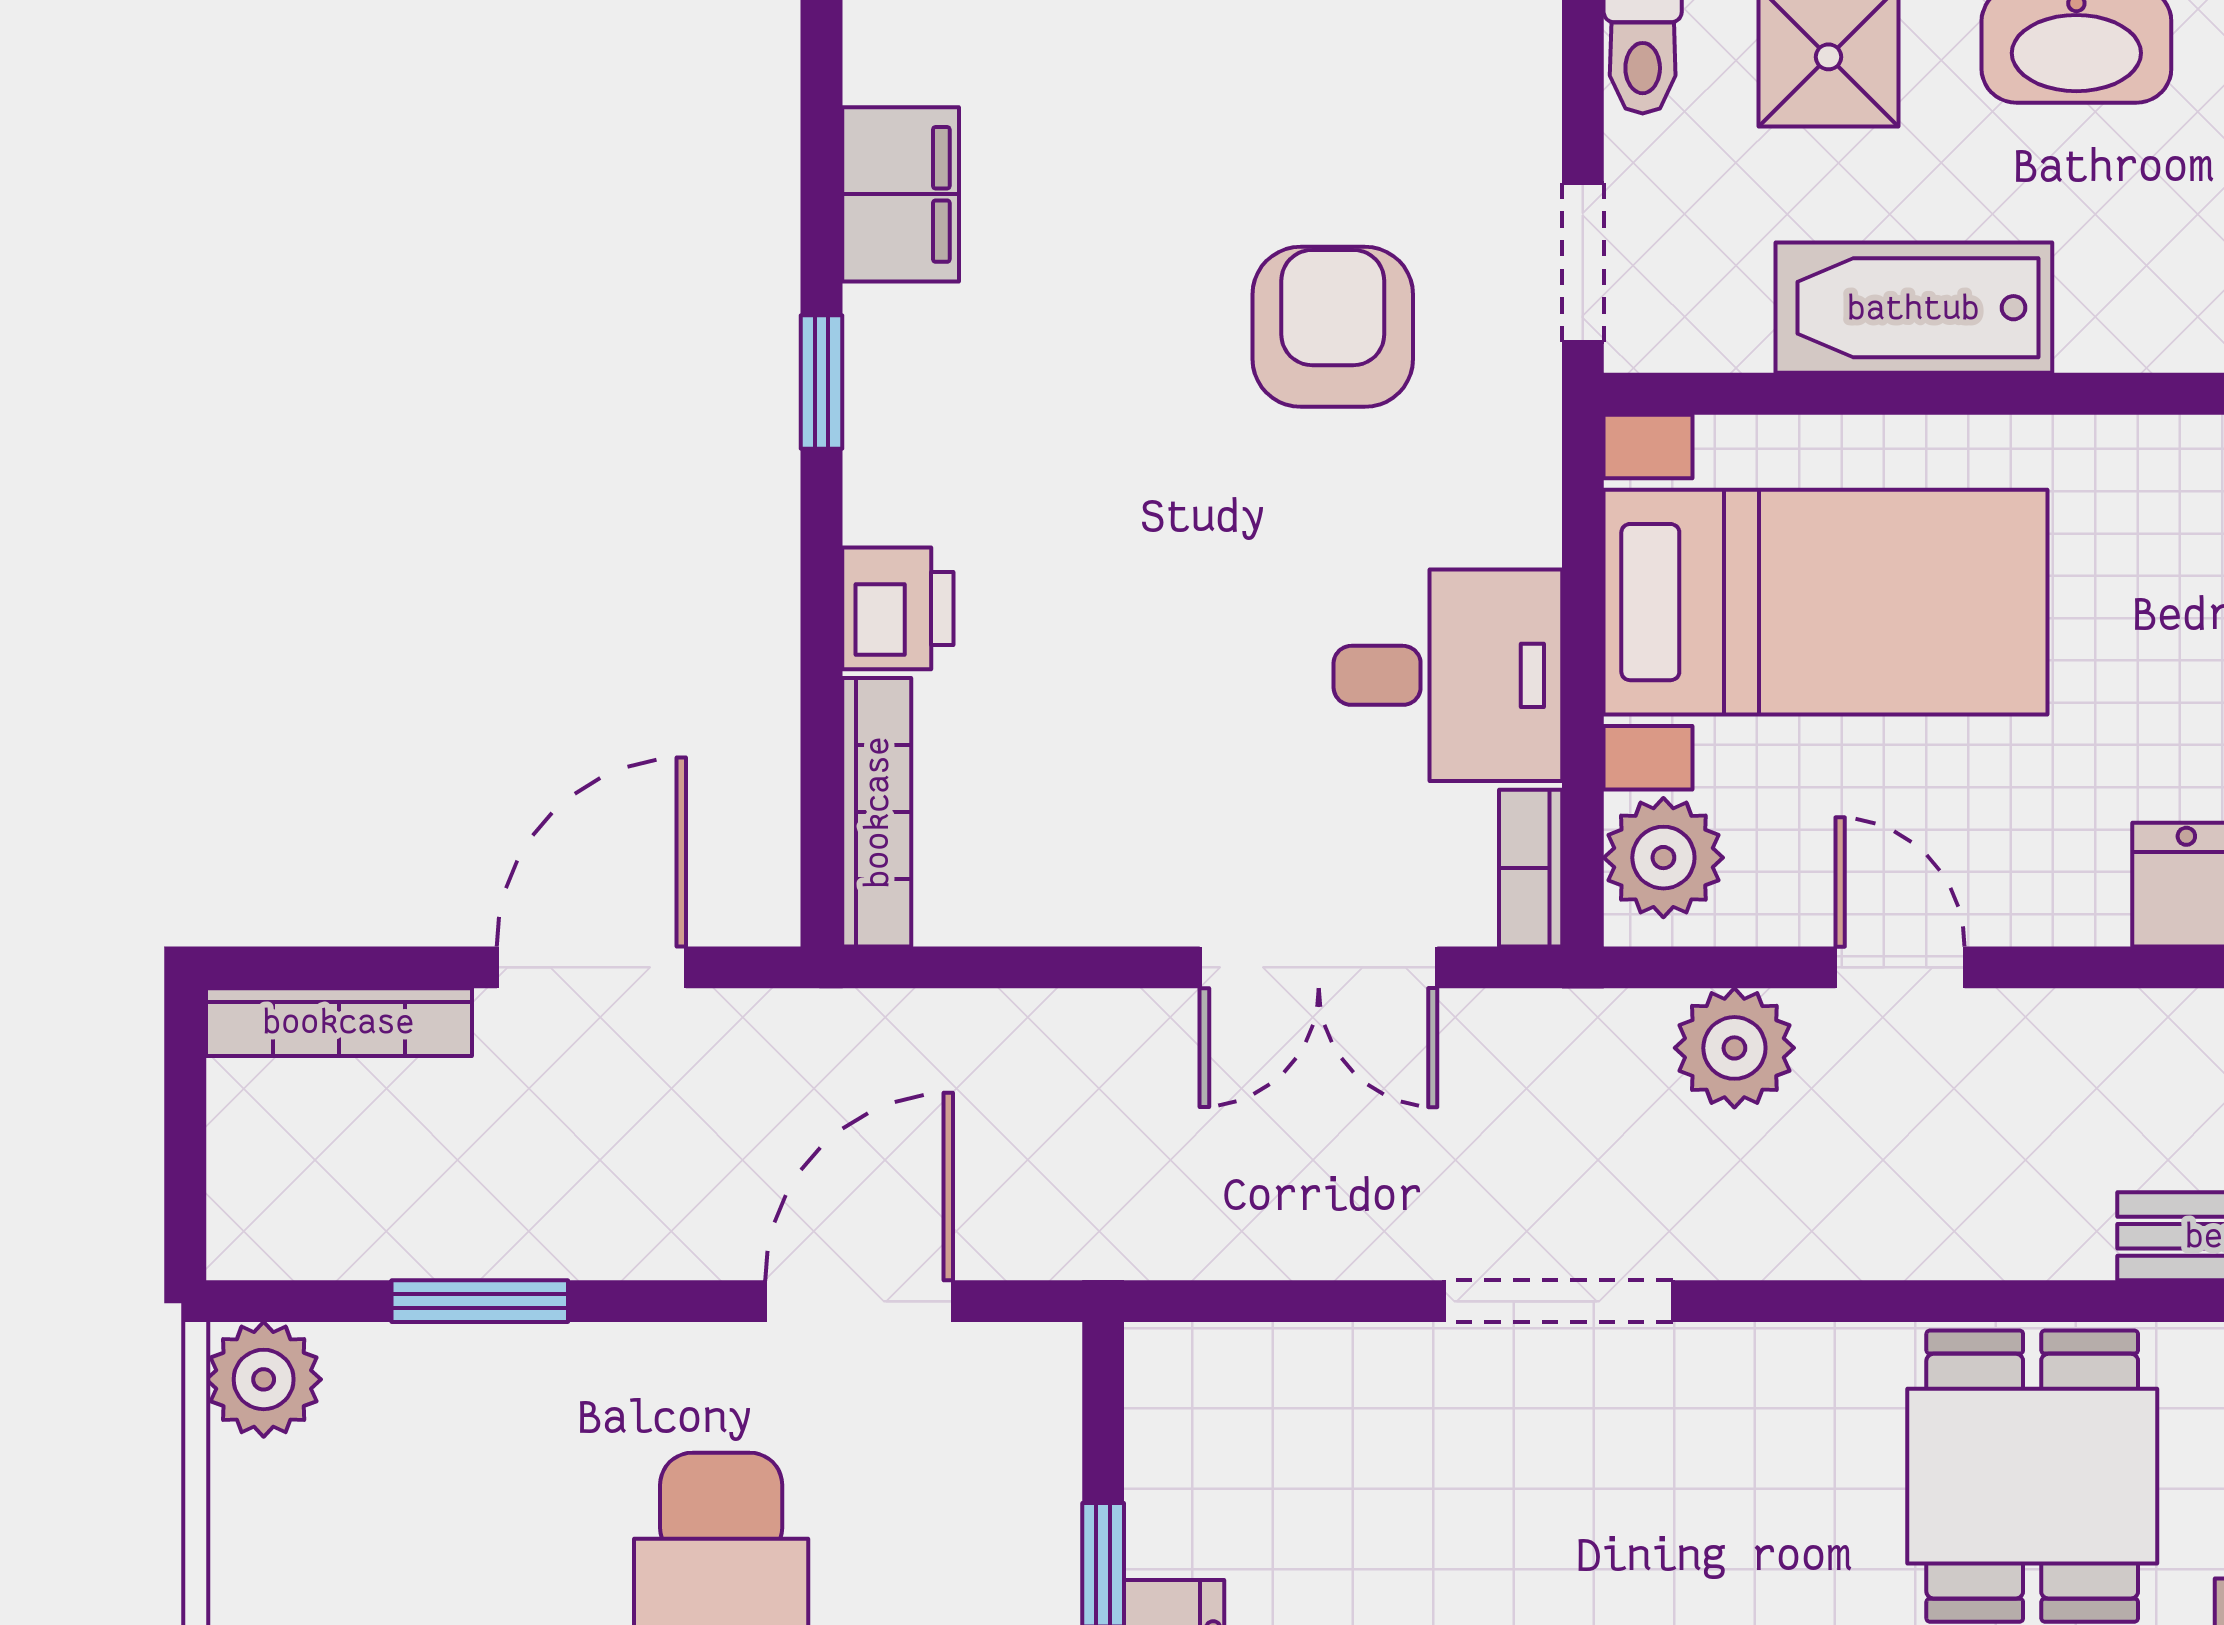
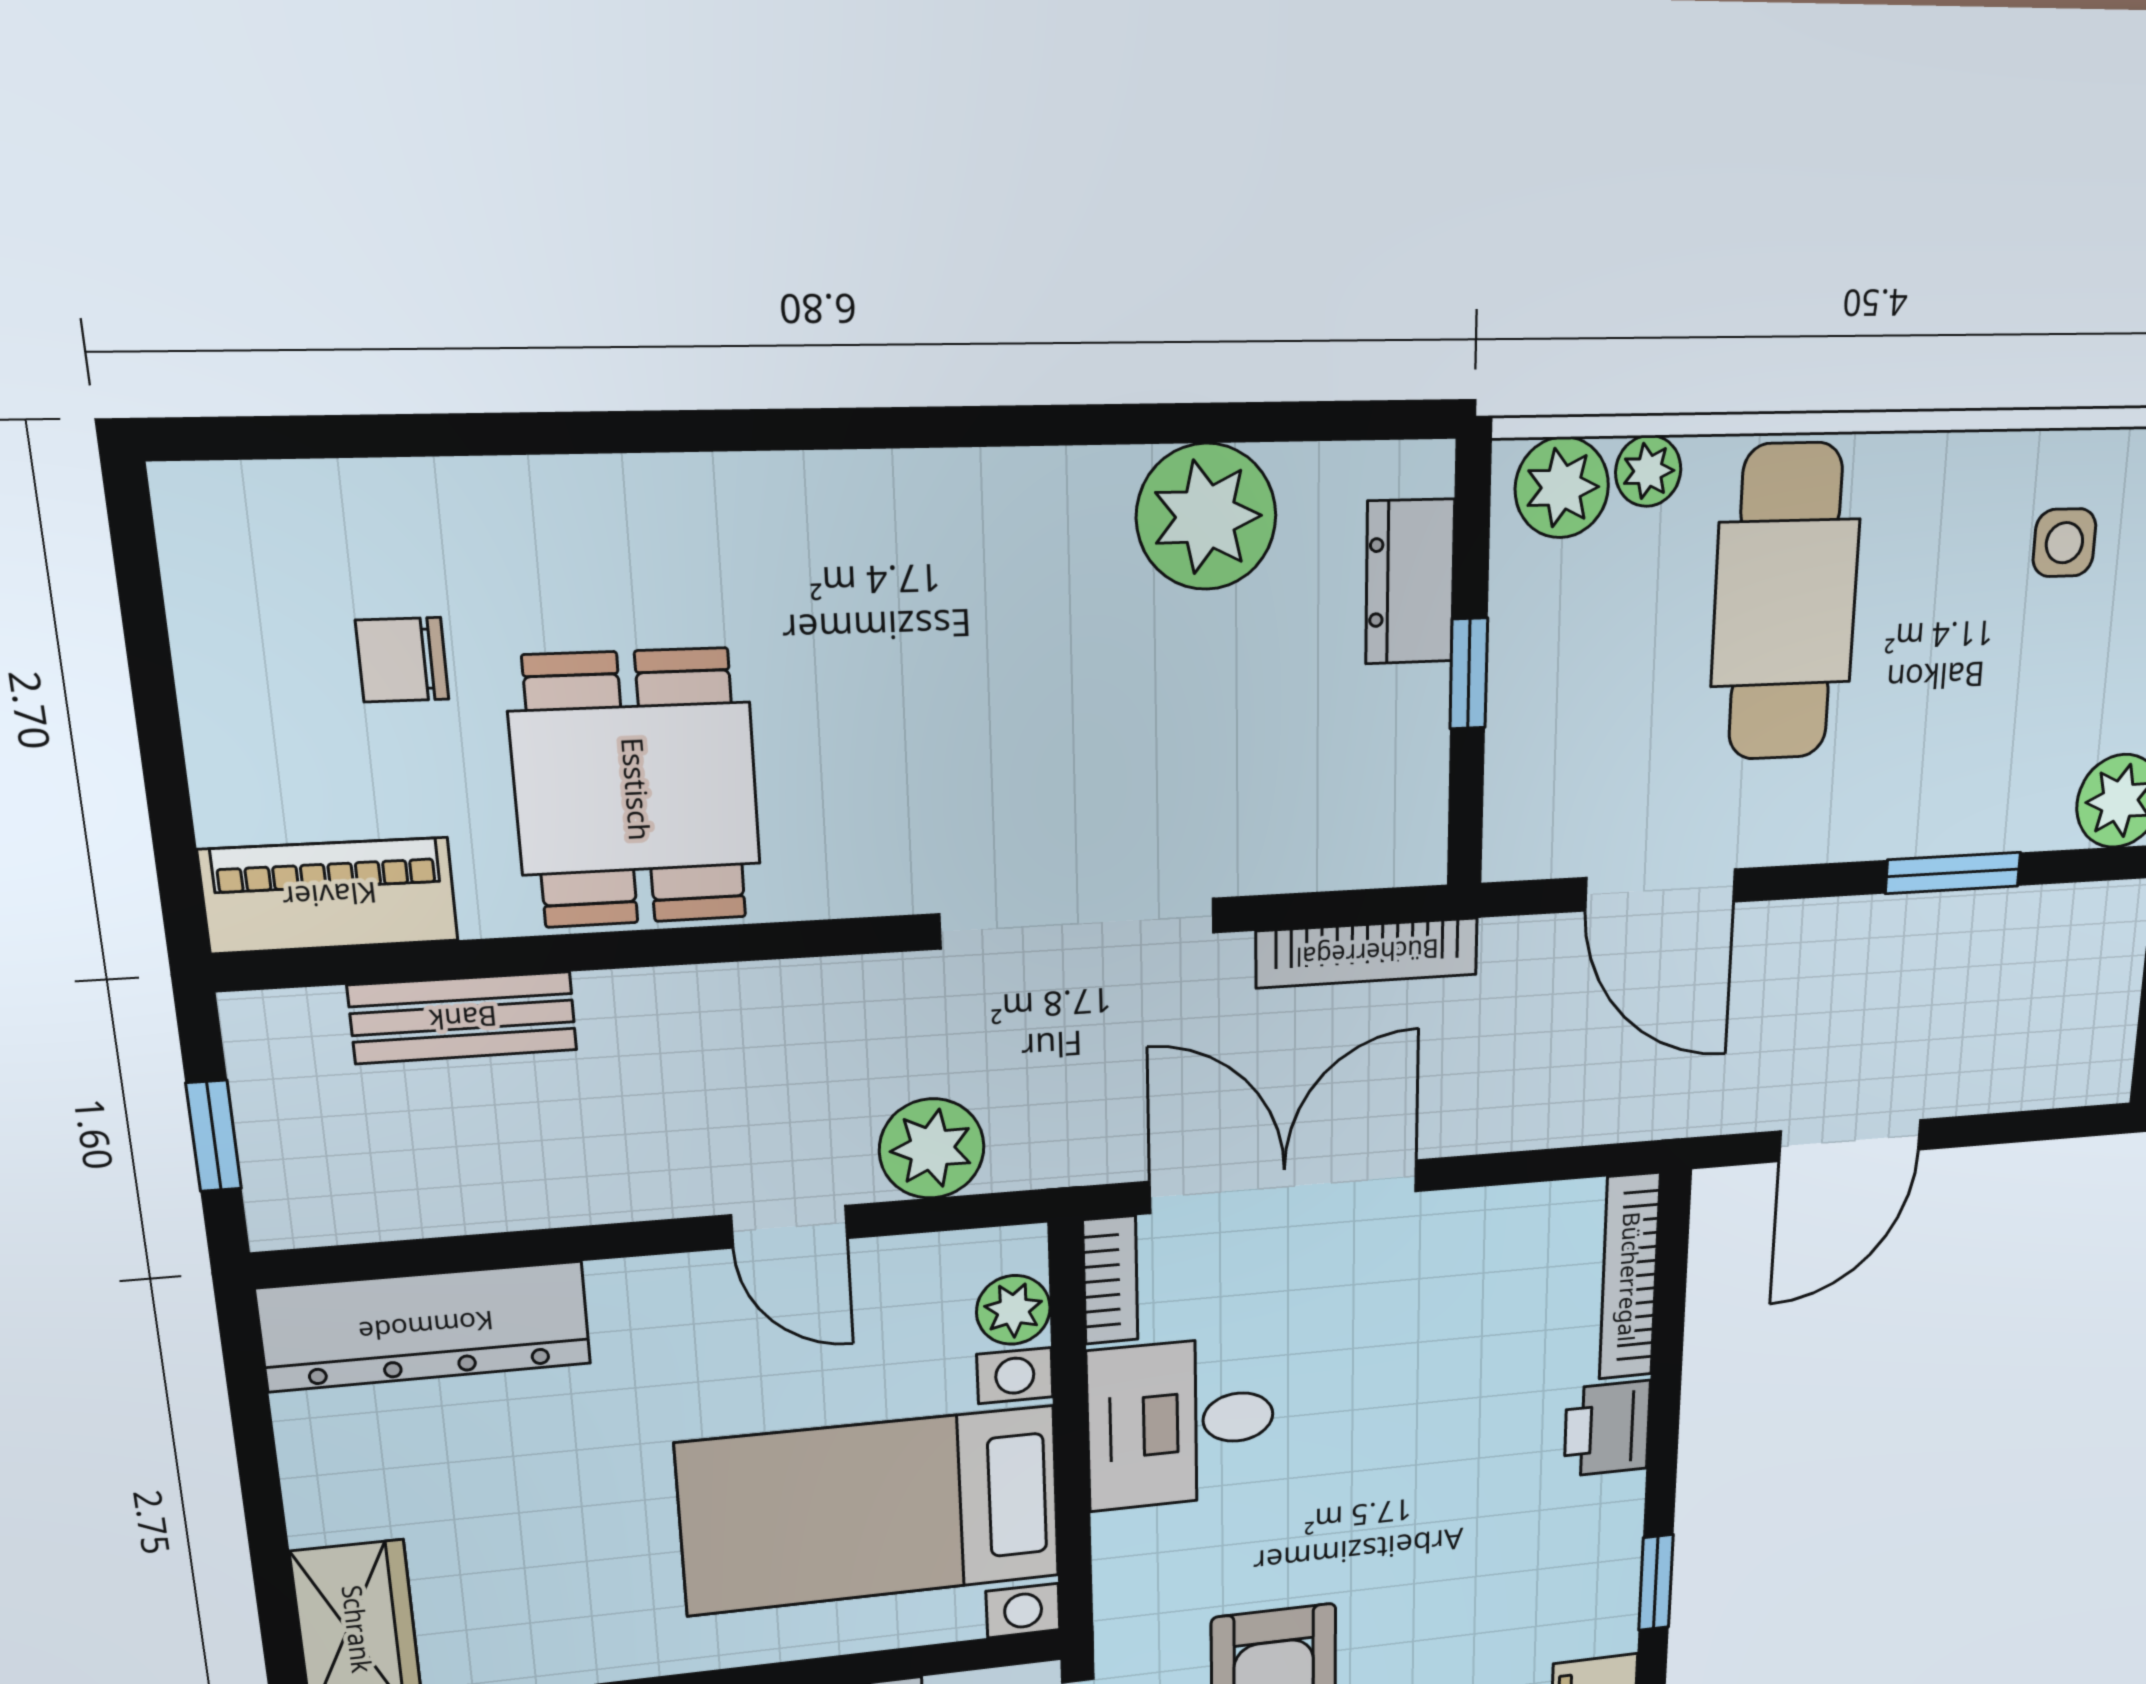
plant: (1663, 858) -> (1013, 1310), width x0.73, depth x0.73
double door: (1319, 967) -> (1284, 1186), width x1.37
bookcase: (339, 1022) -> (1367, 953), moved, turned 180
door: (859, 1301) -> (1660, 890), hinge flipped
doorway: (1558, 1301) -> (1078, 923), width x1.36

